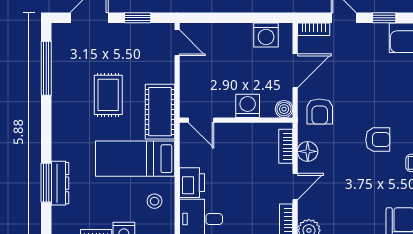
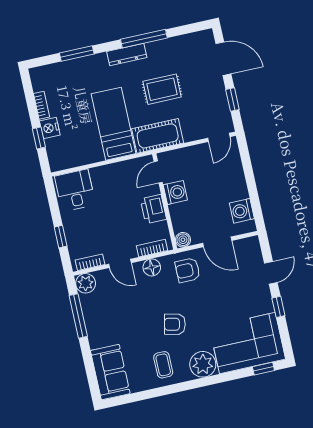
bookcase: (314, 29) -> (256, 250), removed
window: (46, 68) -> (144, 39), moved
washing machine: (248, 106) -> (175, 192), moved
armchair: (378, 140) -> (175, 324), turned 103
dresser: (60, 183) -> (127, 54), moved
printer: (192, 183) -> (153, 209), moved, turned 90
stool: (155, 201) -> (81, 148), removed

